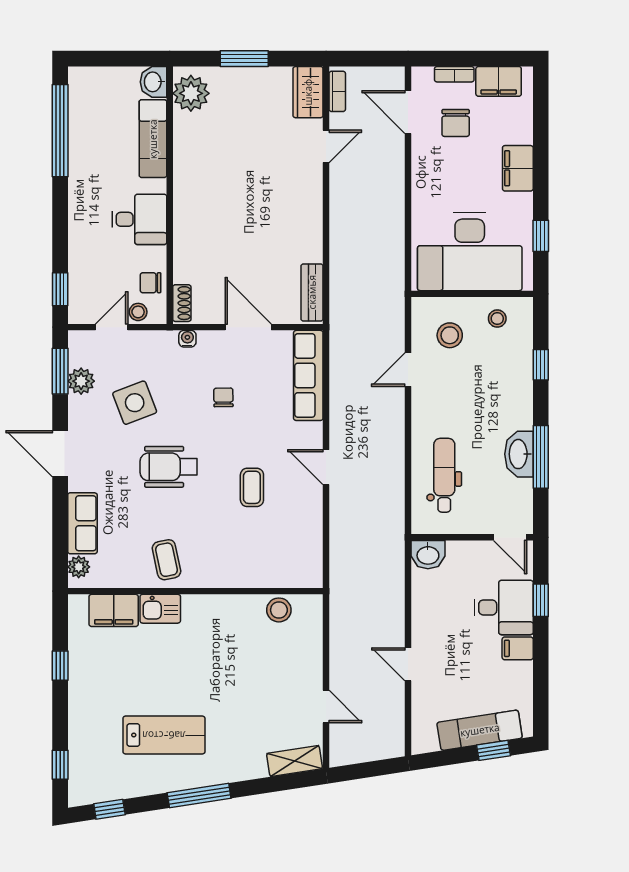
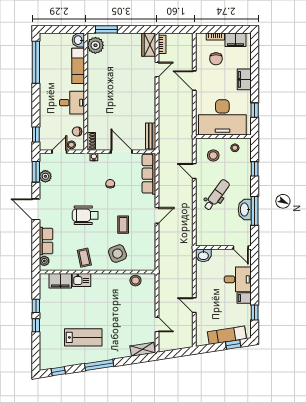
window: (244, 59) -> (106, 29), moved
door: (408, 112) -> (194, 81), moved
door: (408, 370) -> (194, 171), hinge flipped
side table: (135, 403) -> (117, 254), moved
door: (326, 467) -> (157, 215), swing flipped
dental chair: (444, 475) -> (217, 195), moved, turned 36
window: (541, 600) -> (255, 312), moved
window: (60, 765) -> (36, 325), moved

